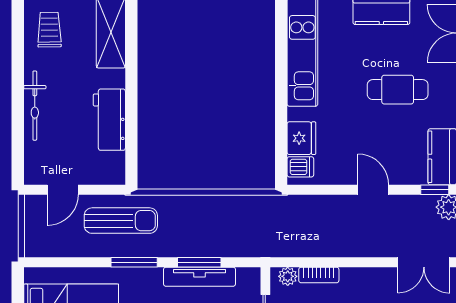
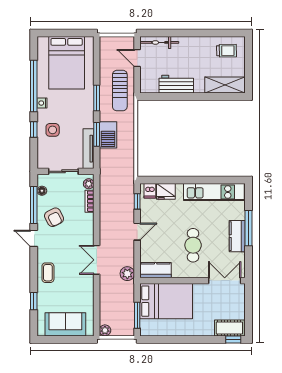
bicycle: (35, 106) -> (159, 42), moved
window: (435, 190) -> (137, 201), moved
barbecue: (200, 242) -> (108, 135), added
tv unit: (200, 277) -> (88, 149), moved

